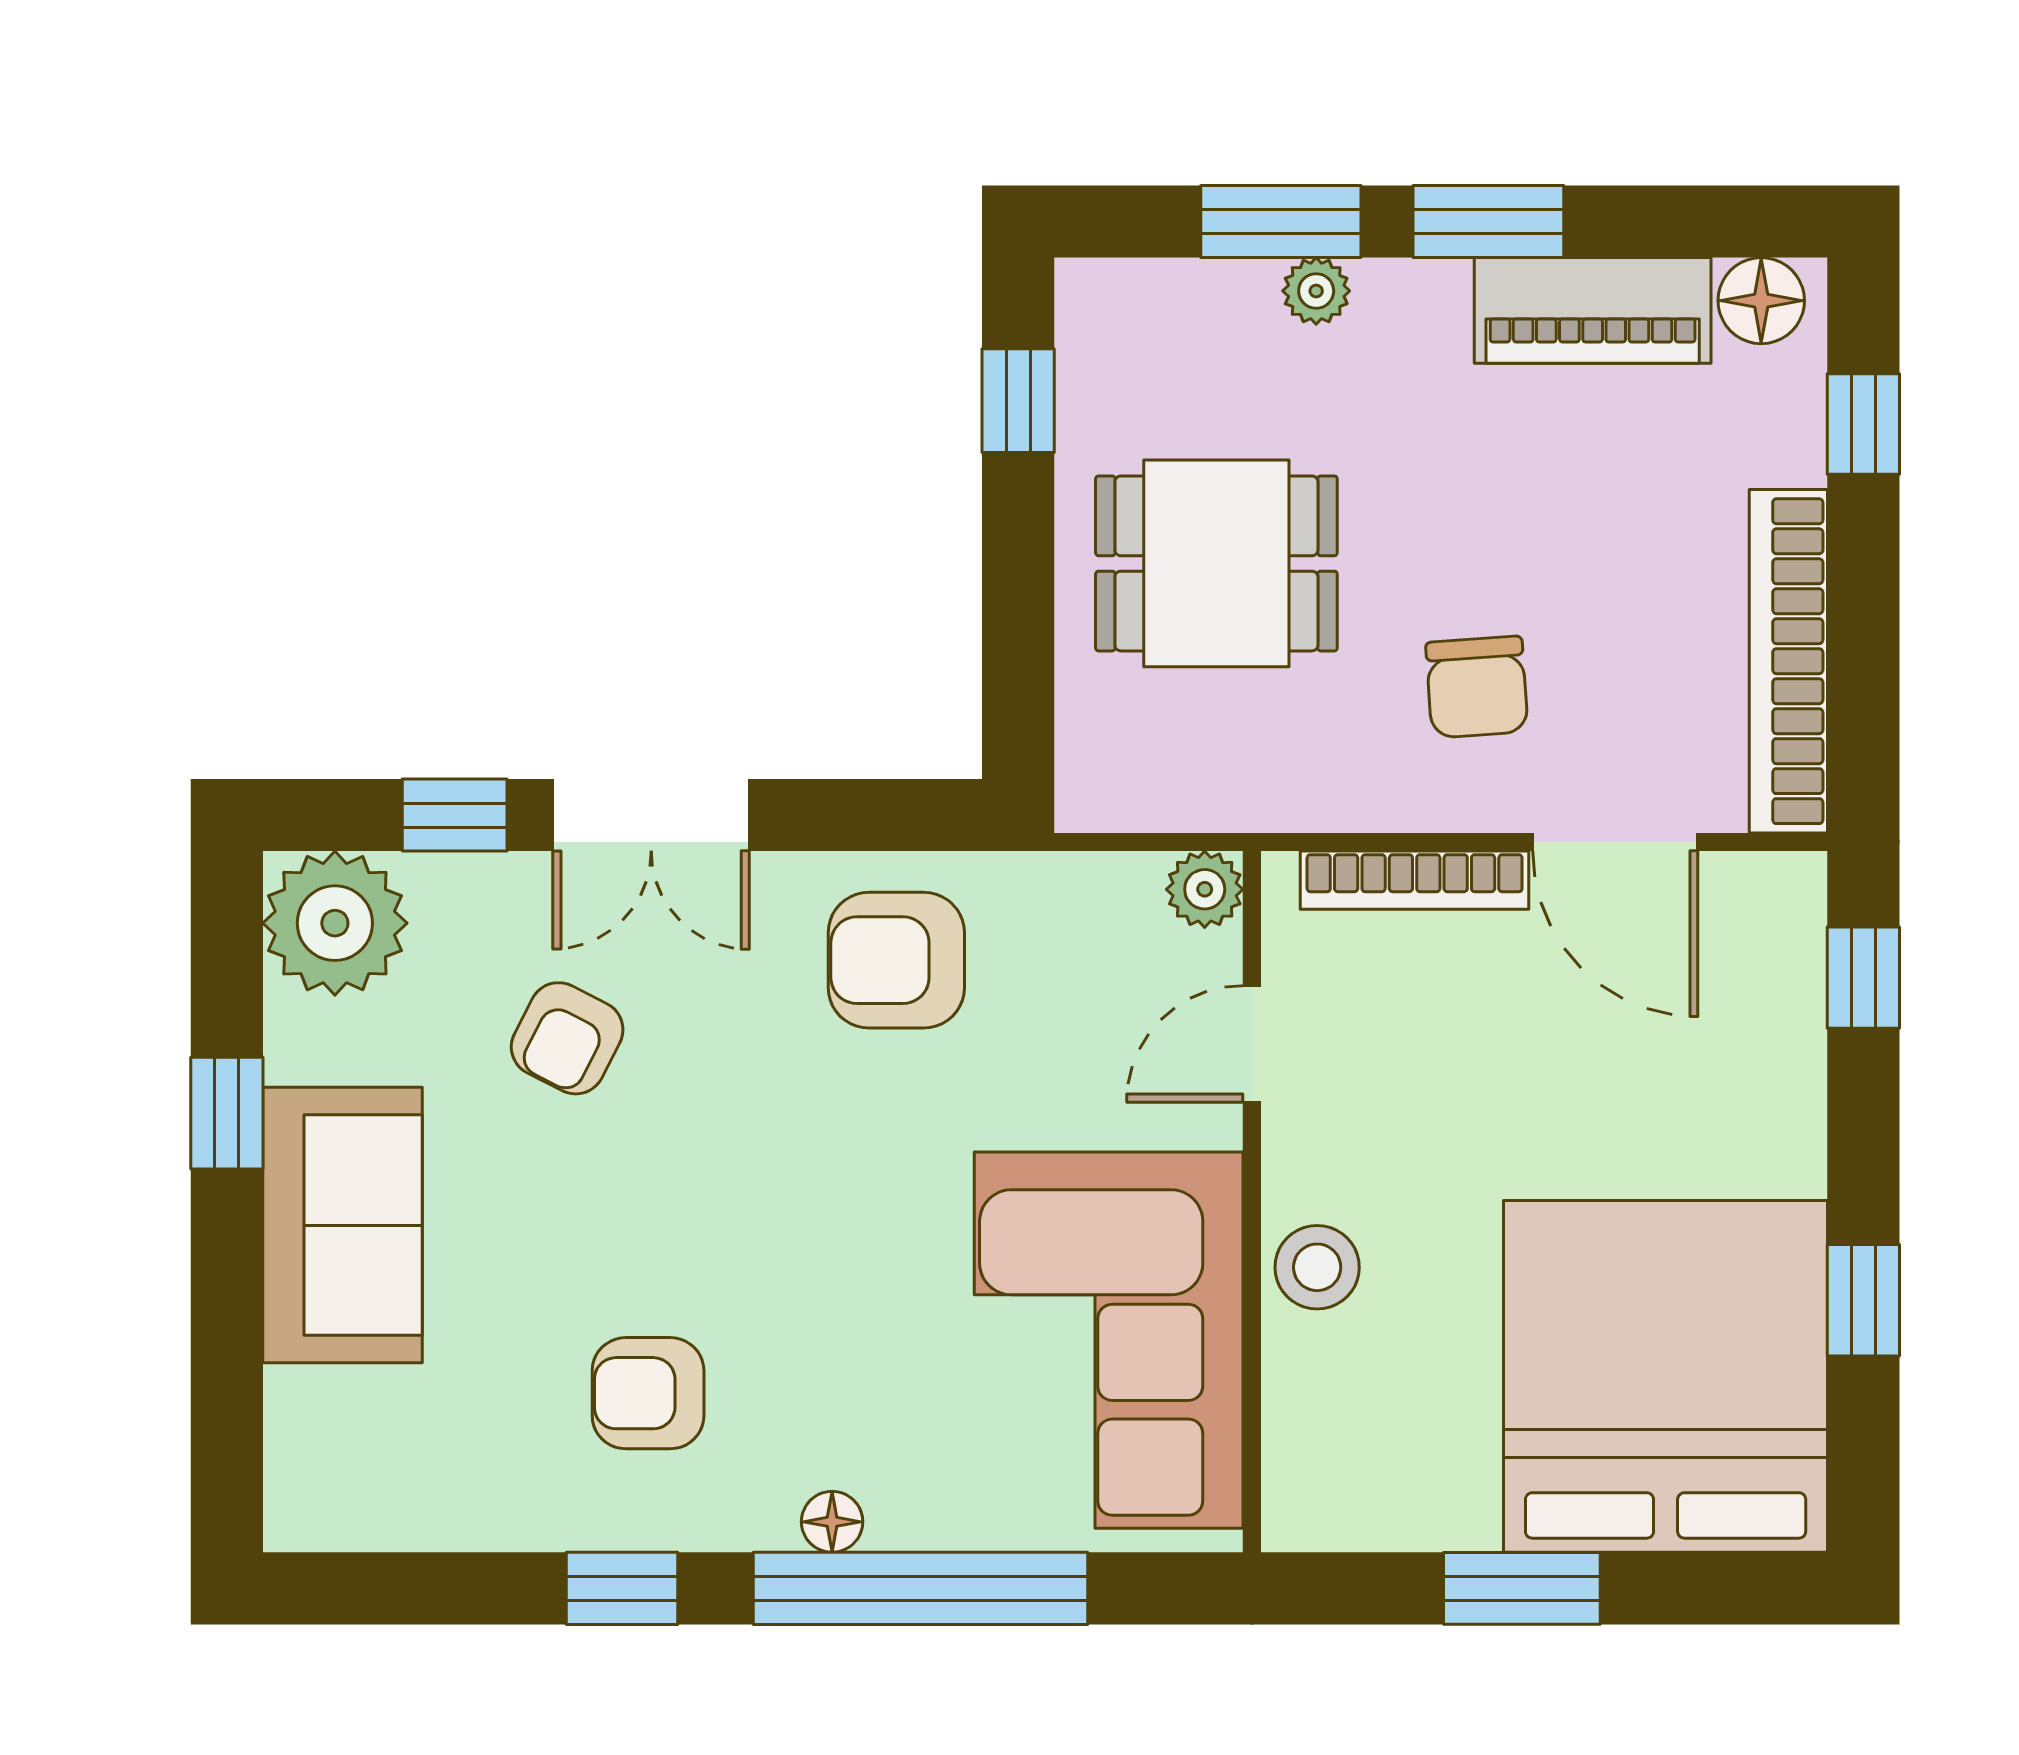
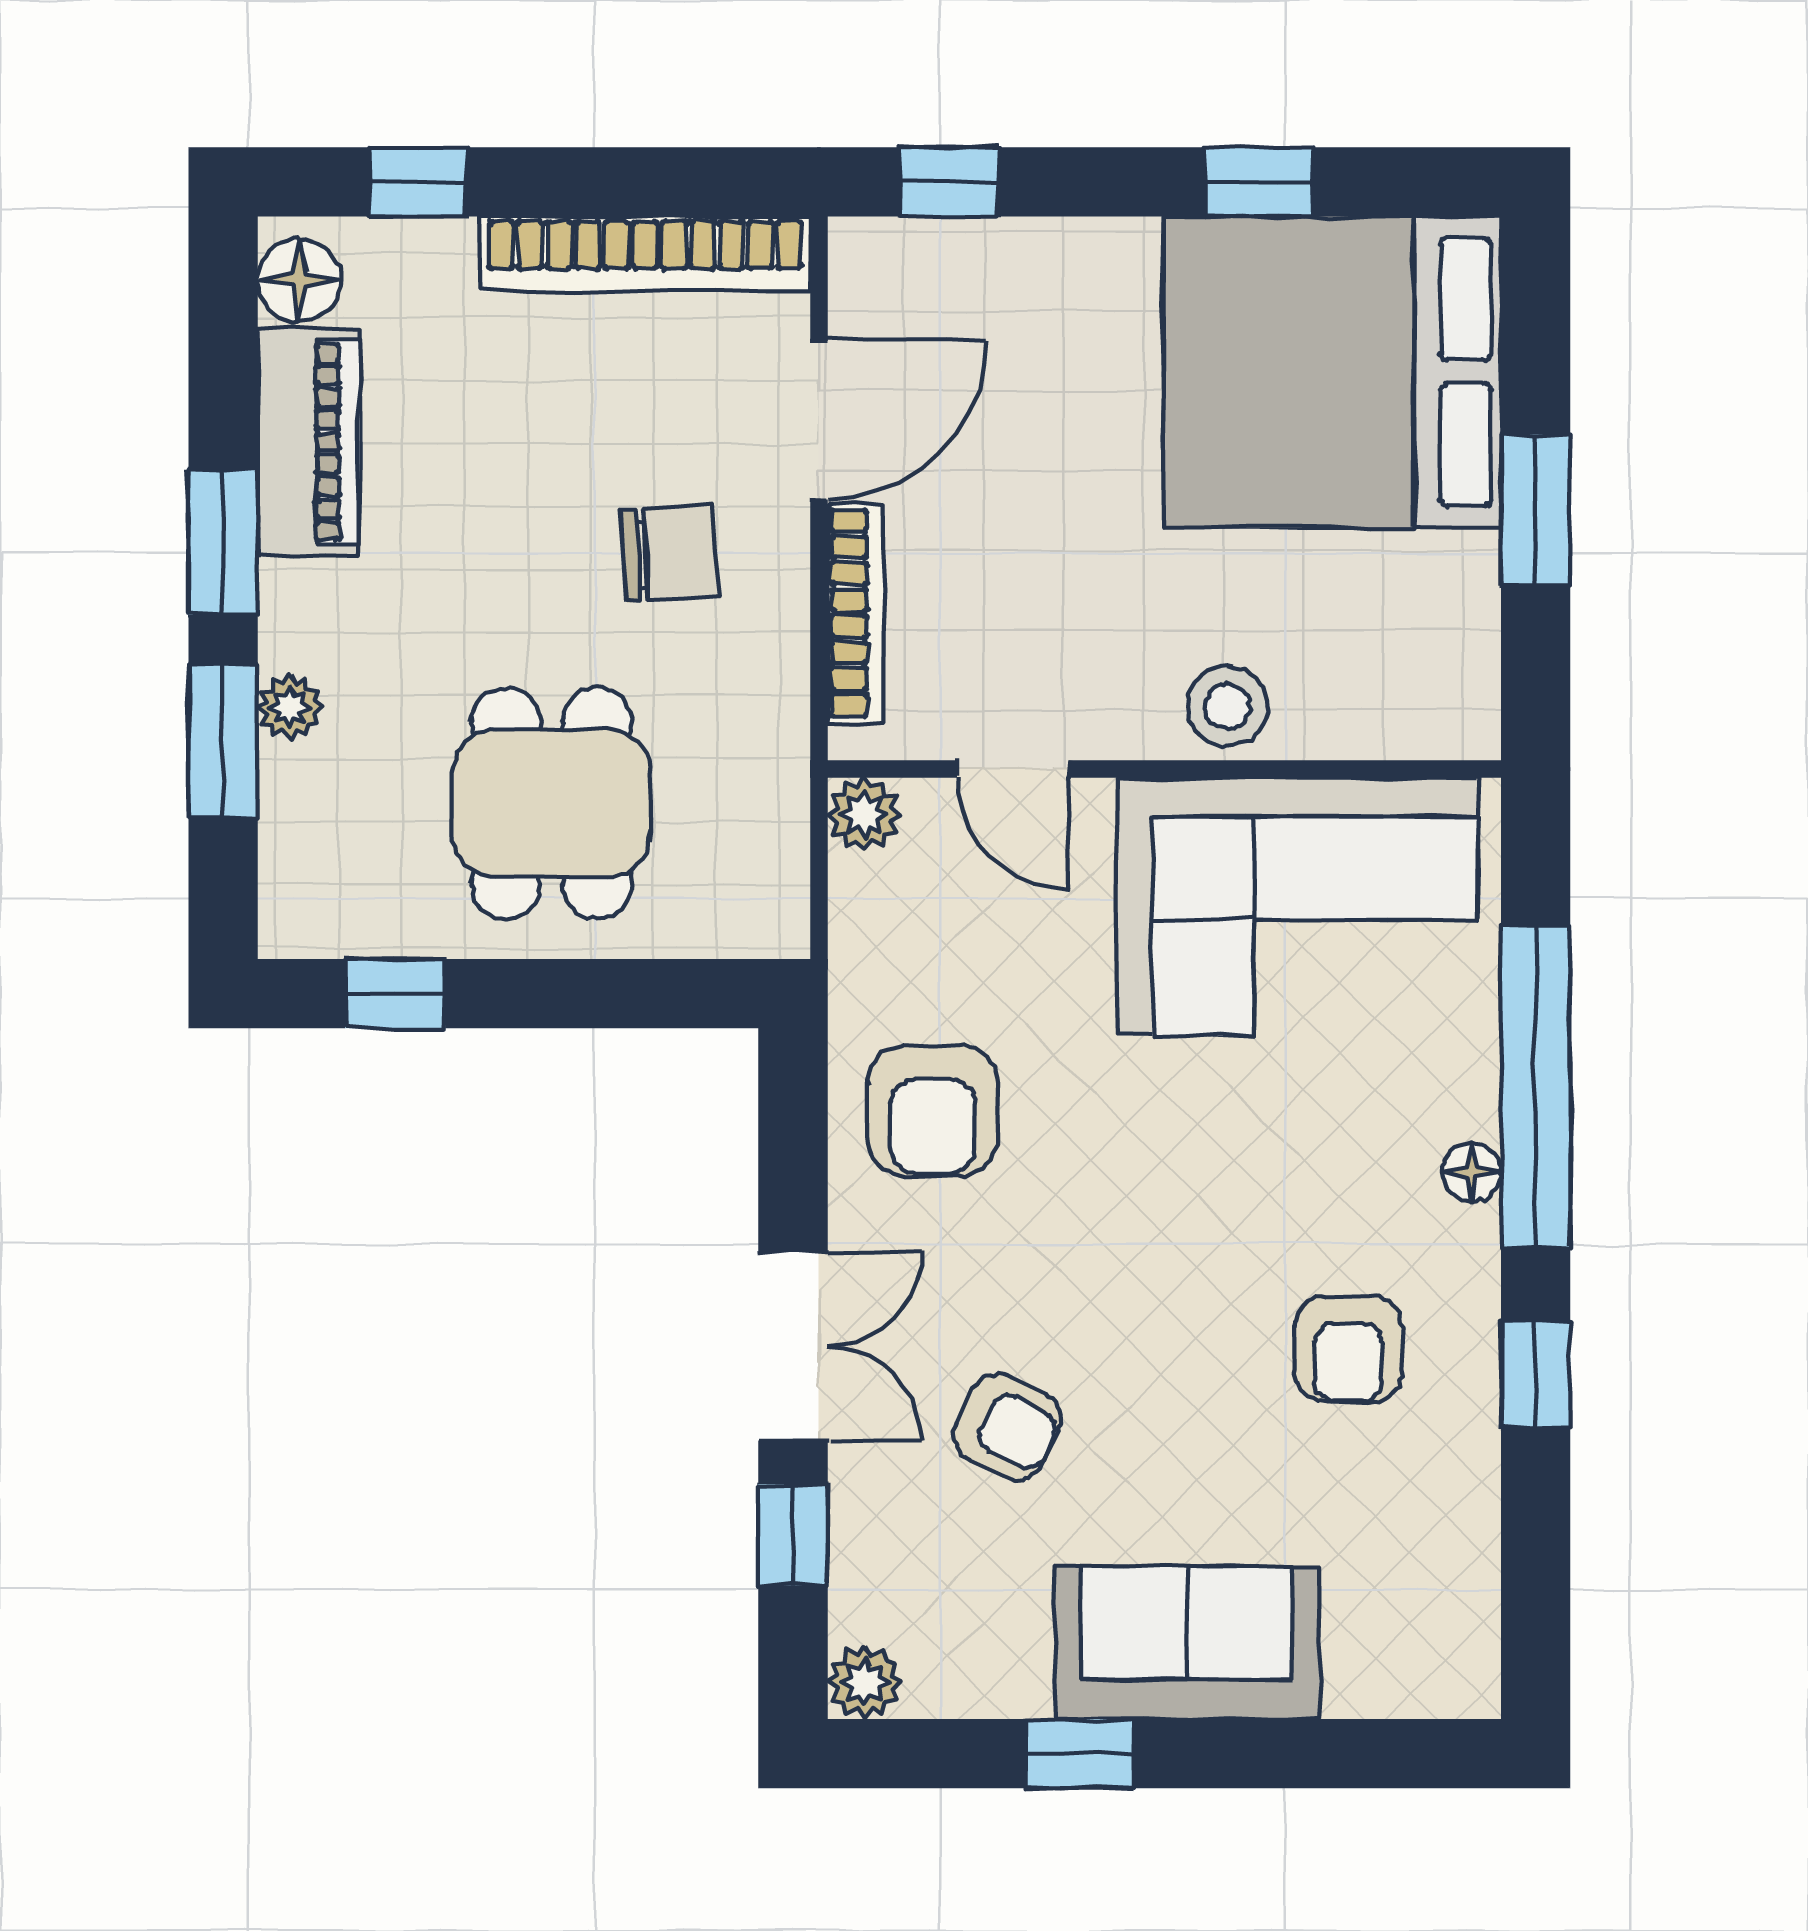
plant: (335, 923) -> (865, 1682), width x0.53, depth x0.53

